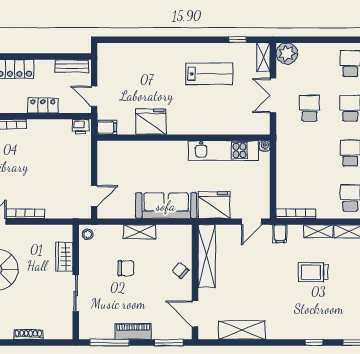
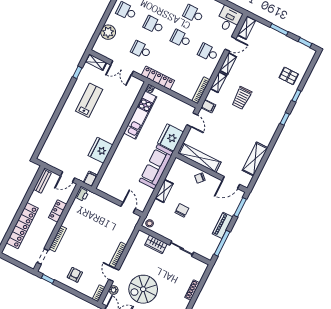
plant: (287, 53) -> (108, 32), moved
locker: (284, 149) -> (158, 78), added

